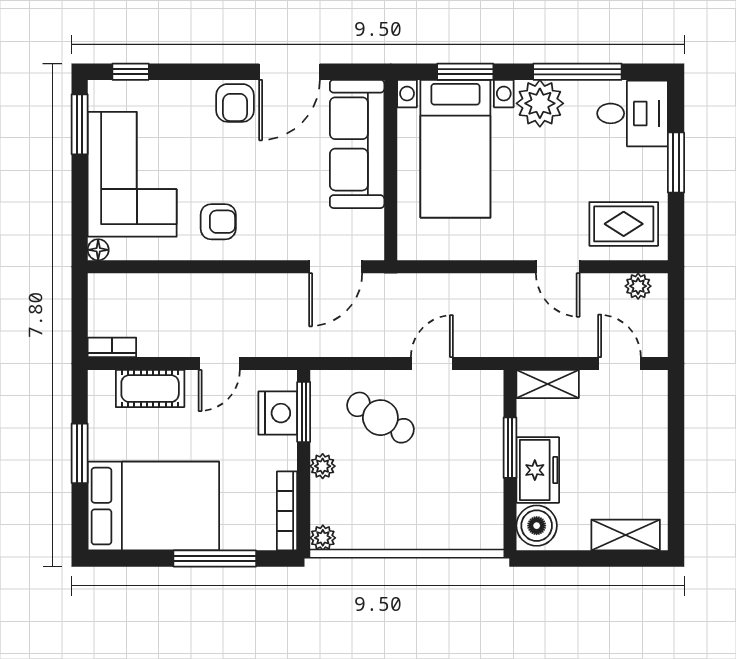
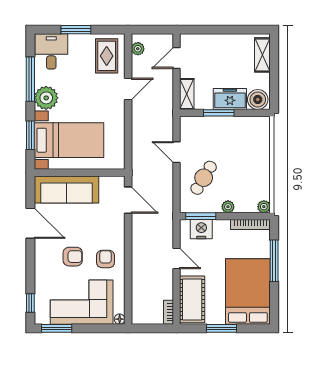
armchair: (235, 103) -> (73, 257), moved
cot: (150, 389) -> (192, 299), width x1.37, depth x1.34

